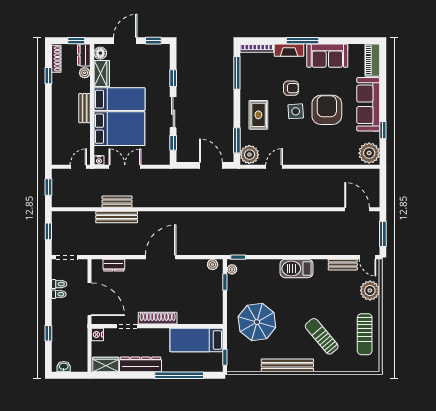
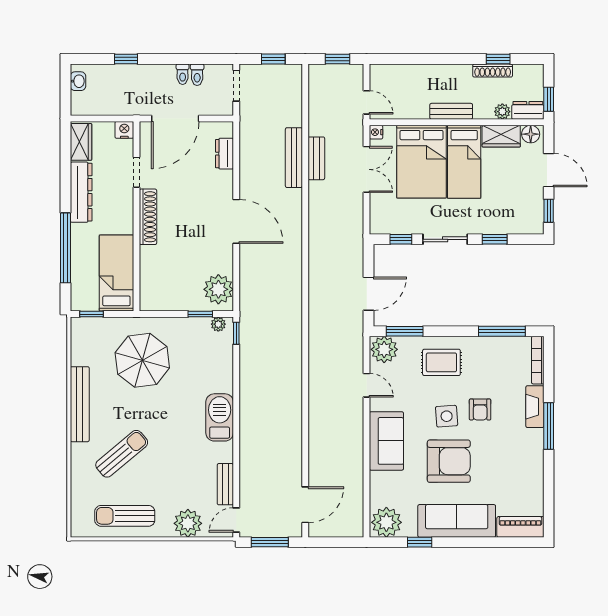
sofa: (327, 56) -> (386, 441), moved, turned 180
shoe rack: (56, 59) -> (493, 71), moved
plant: (213, 265) -> (218, 289), width x1.88, depth x1.88

